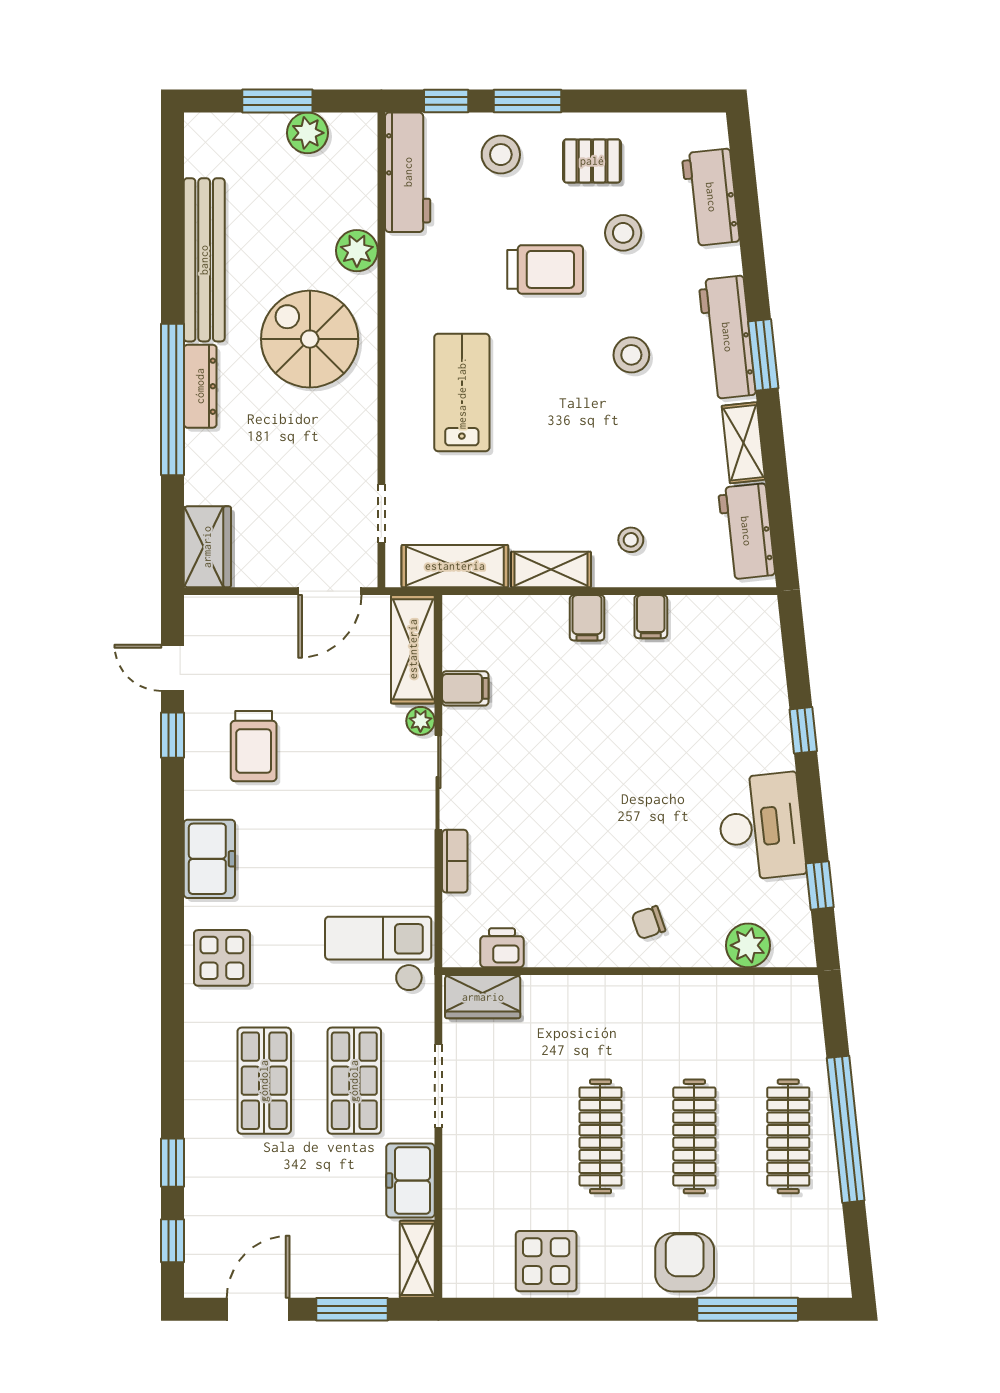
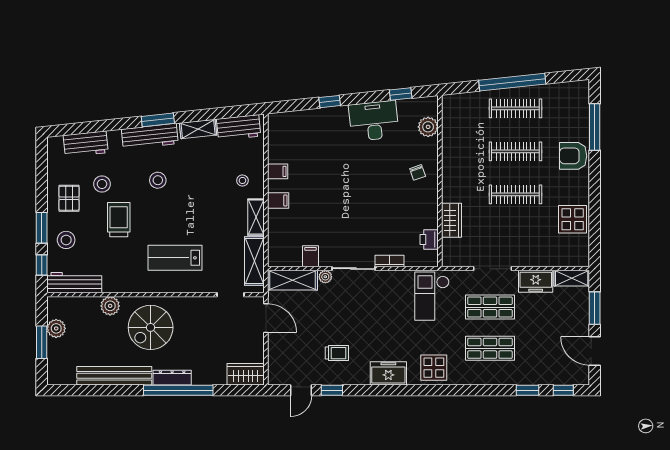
trolley: (254, 746) -> (337, 353), width x0.73, depth x0.72
wardrobe: (483, 997) -> (452, 220), moved

